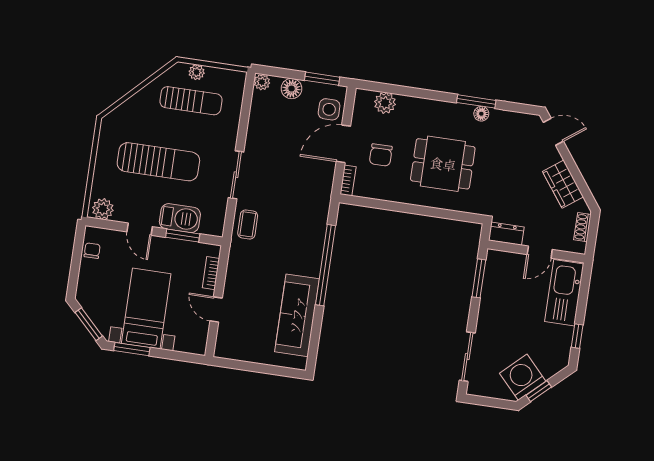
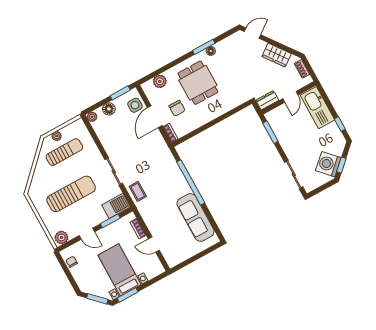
dining table: (443, 164) -> (198, 83), moved, turned 90
barbecue: (180, 218) -> (116, 206), moved

